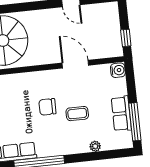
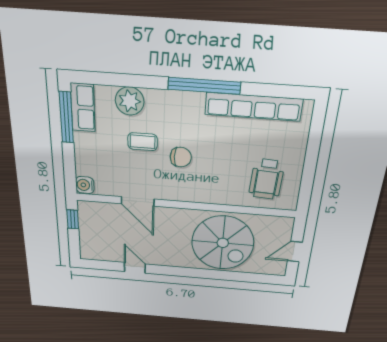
row of seats: (121, 114) -> (83, 108), moved
plant: (95, 146) -> (130, 101), width x1.88, depth x1.88

